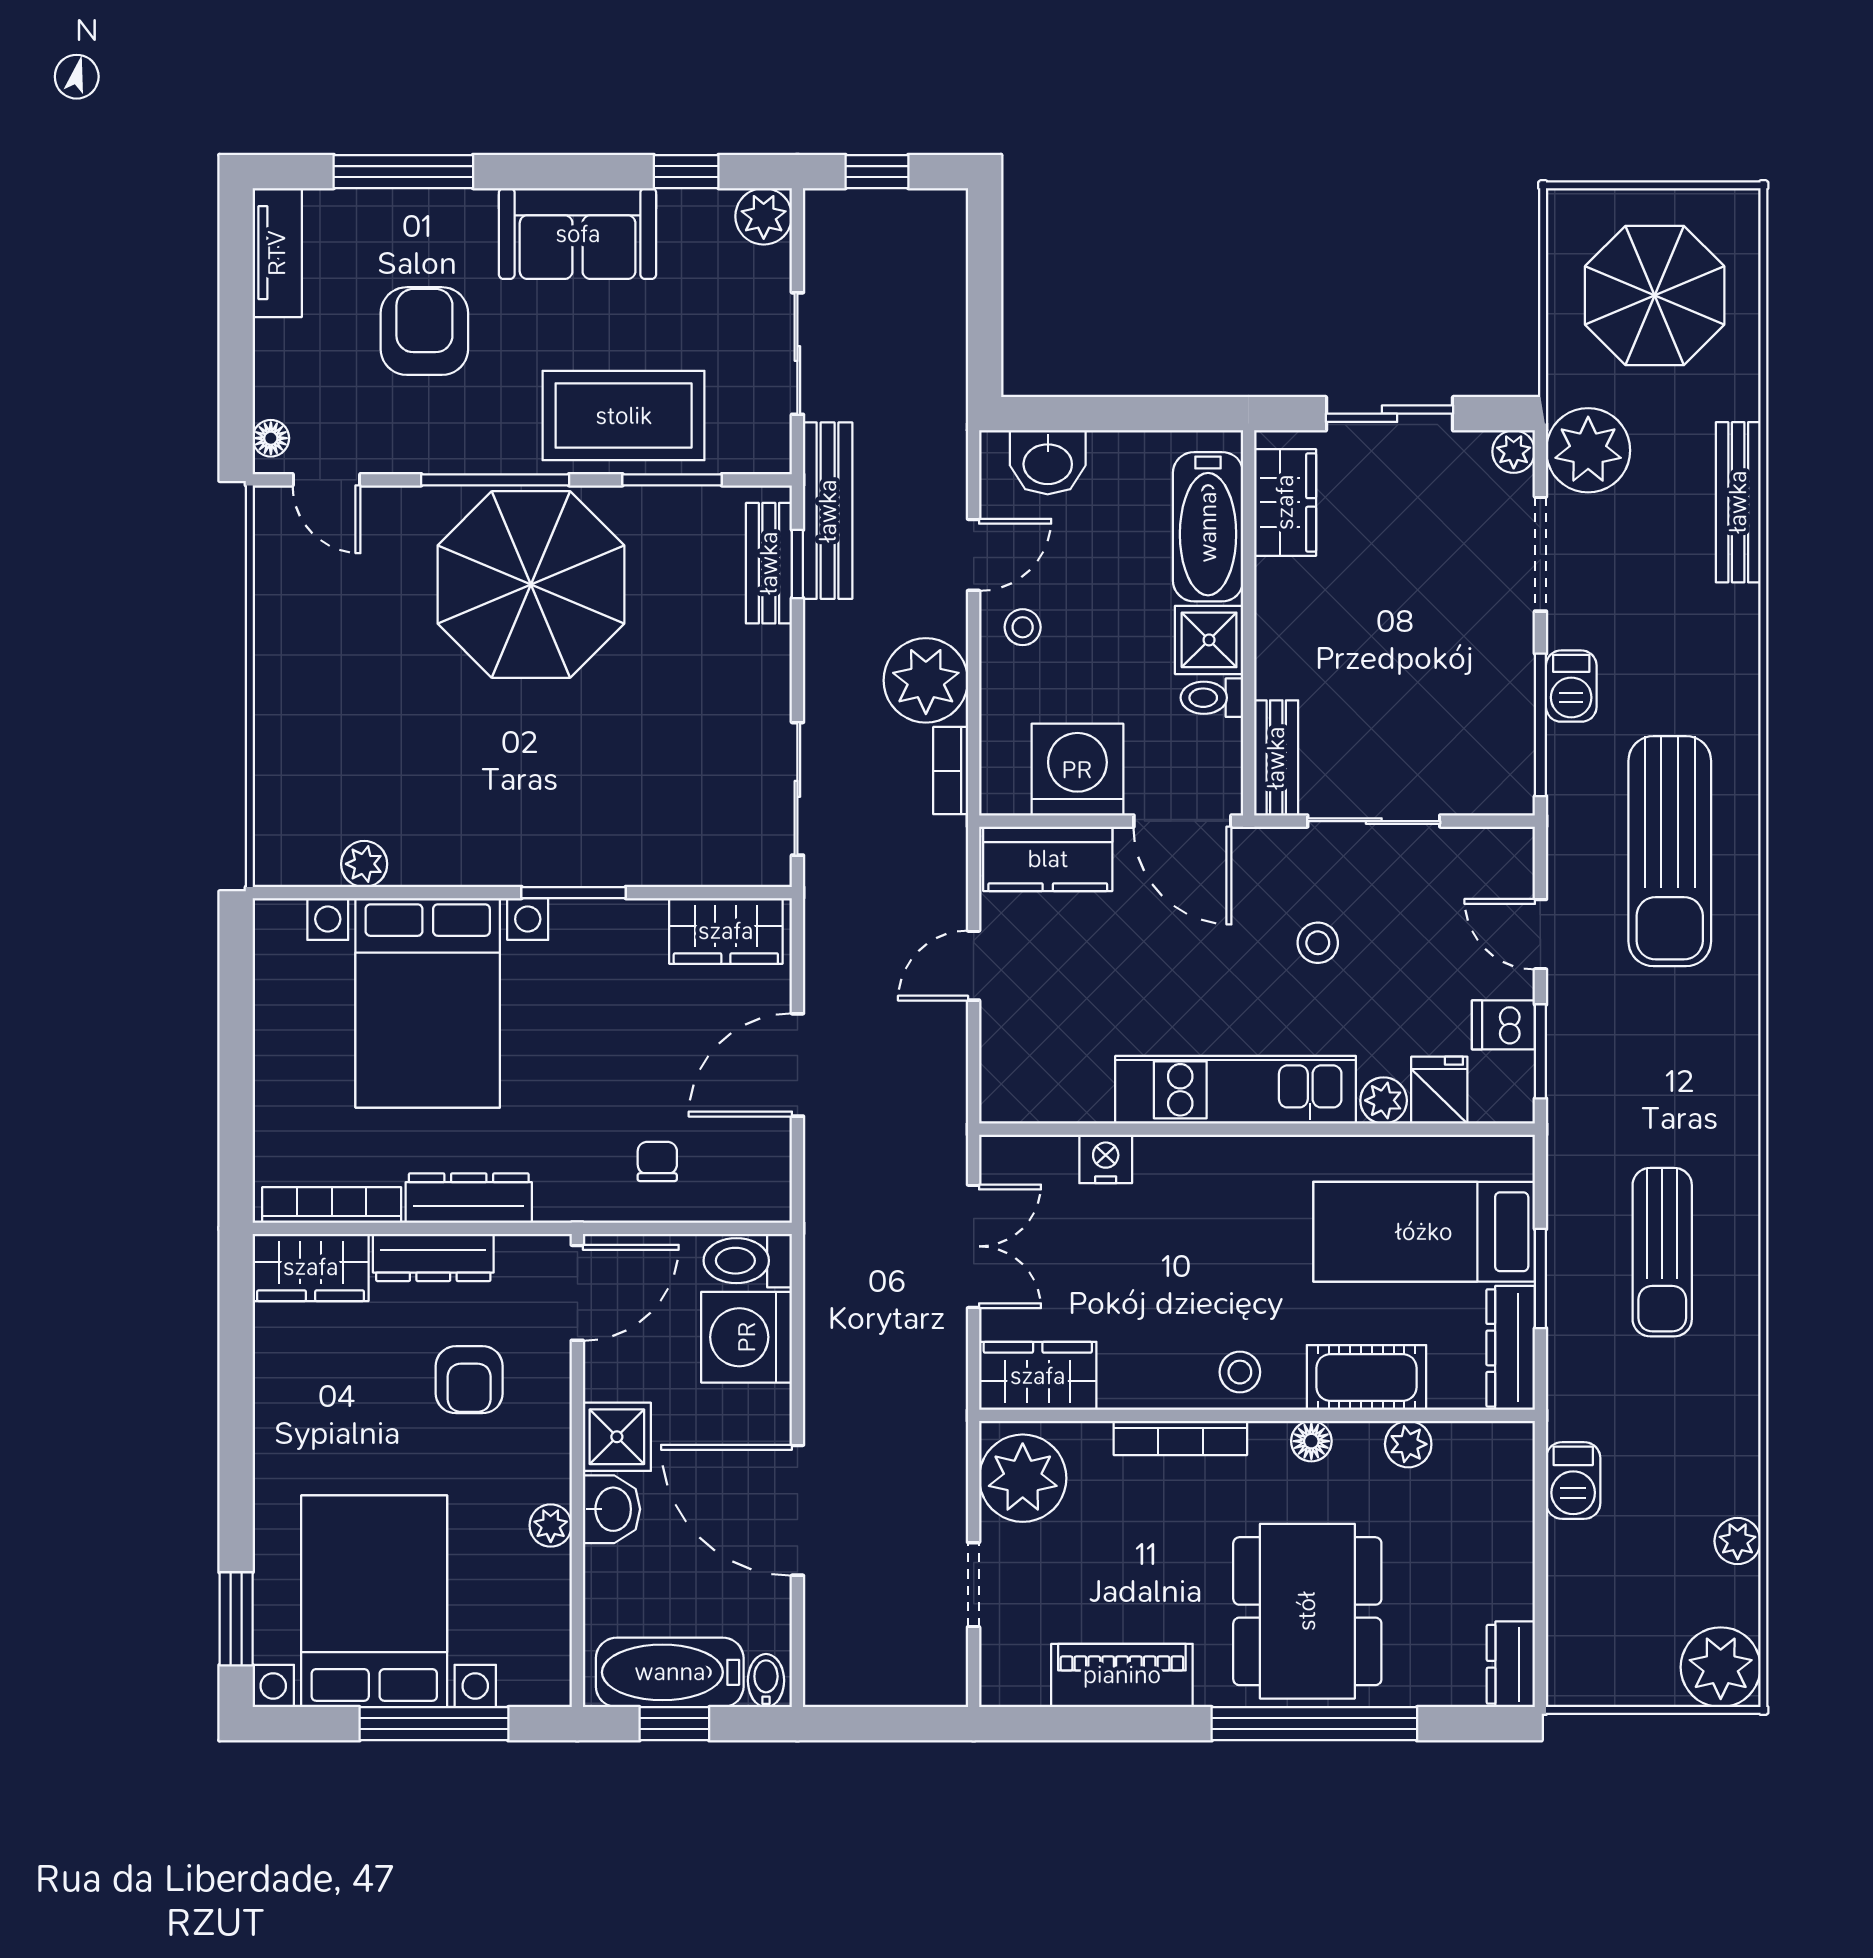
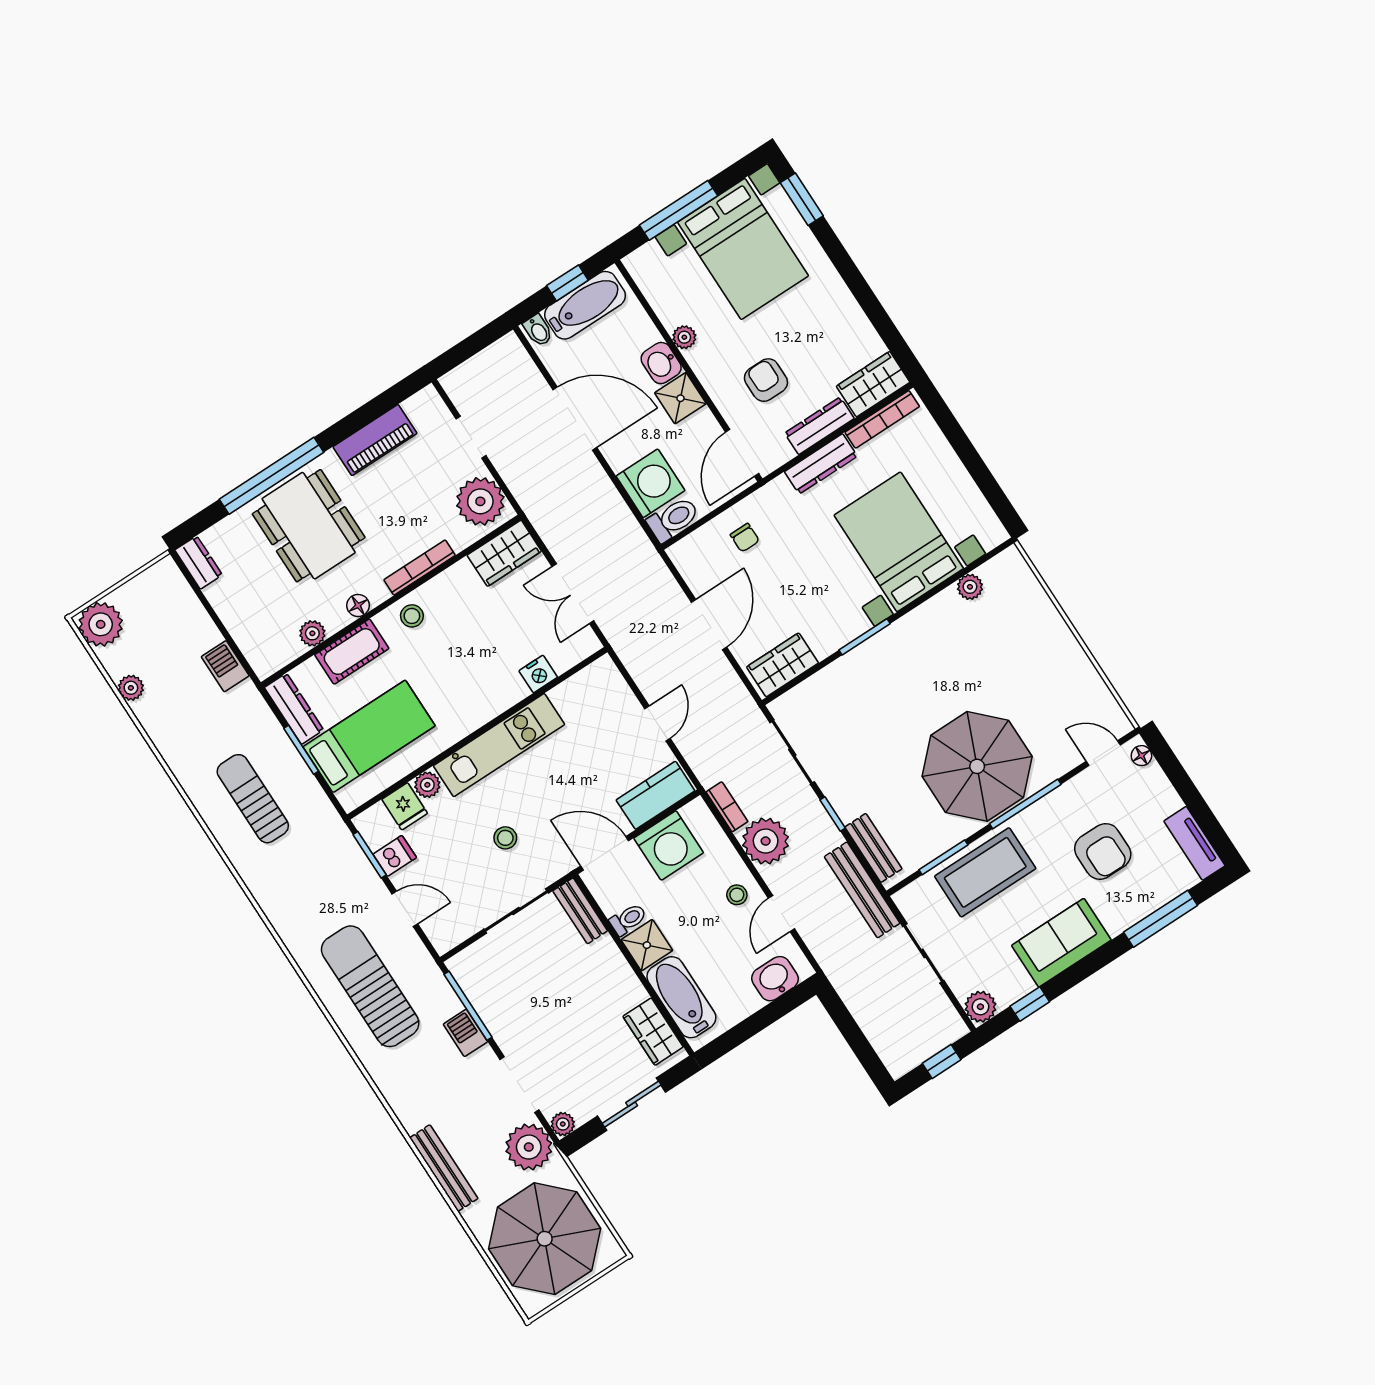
parasol: (1655, 295) -> (545, 1239), width x1.36, depth x1.36
window: (797, 564) -> (833, 814), moved

